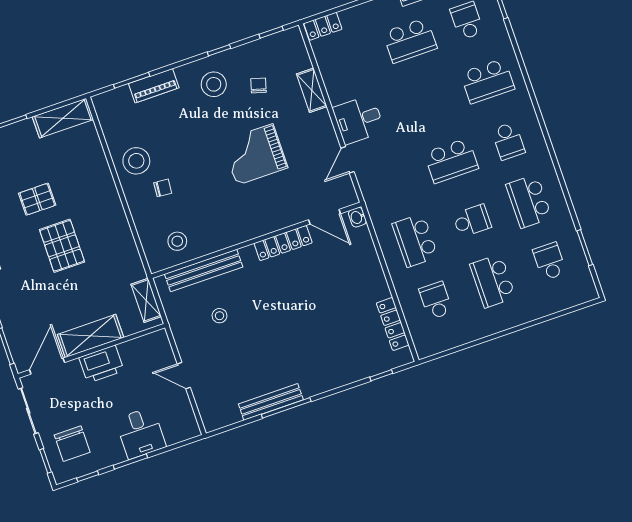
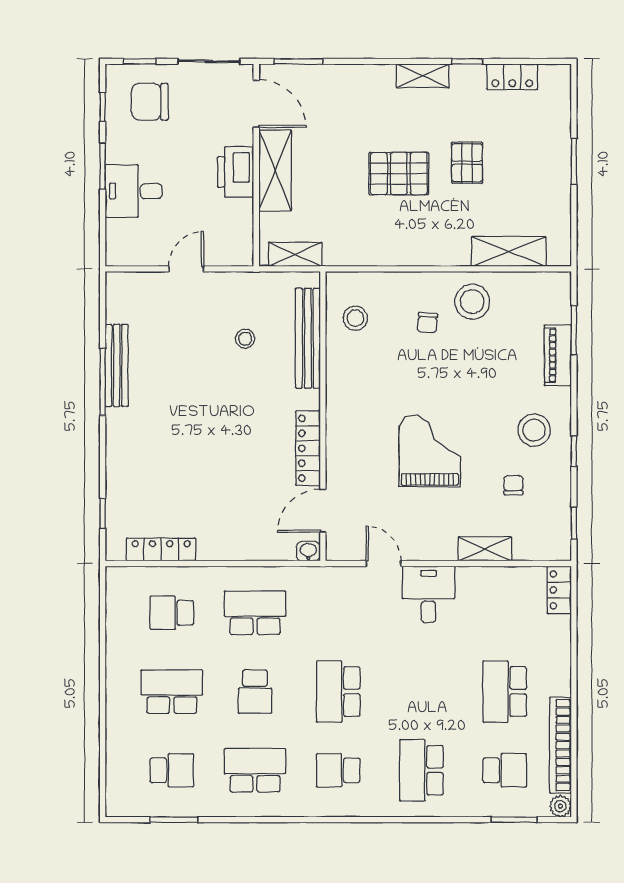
chair: (259, 85) -> (513, 485), turned -106
shelving: (63, 118) -> (509, 251), moved, turned 90
school desk: (436, 300) -> (172, 613), turned 180

